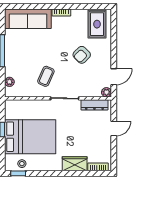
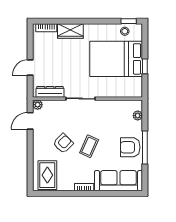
armchair: (17, 51) -> (130, 147), added
coffee table: (46, 76) -> (89, 146), moved

